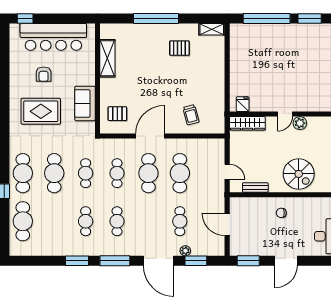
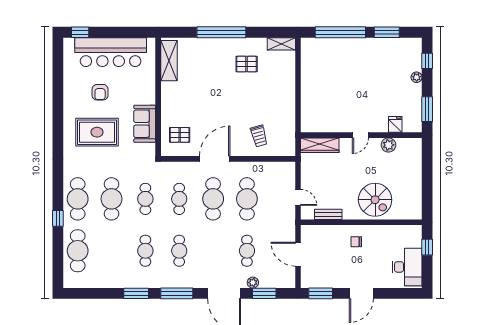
shelving: (107, 58) -> (169, 61), moved
fridge: (243, 104) -> (395, 124), moved
plant: (300, 123) -> (388, 145), moved

